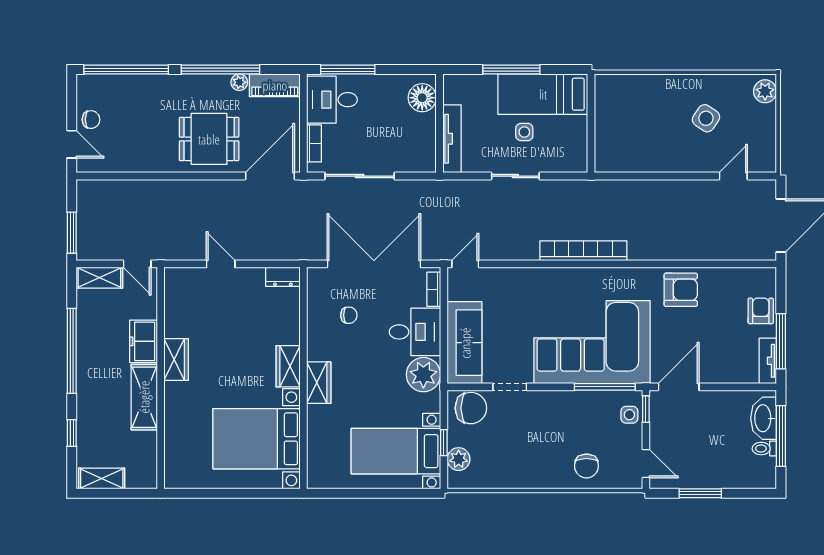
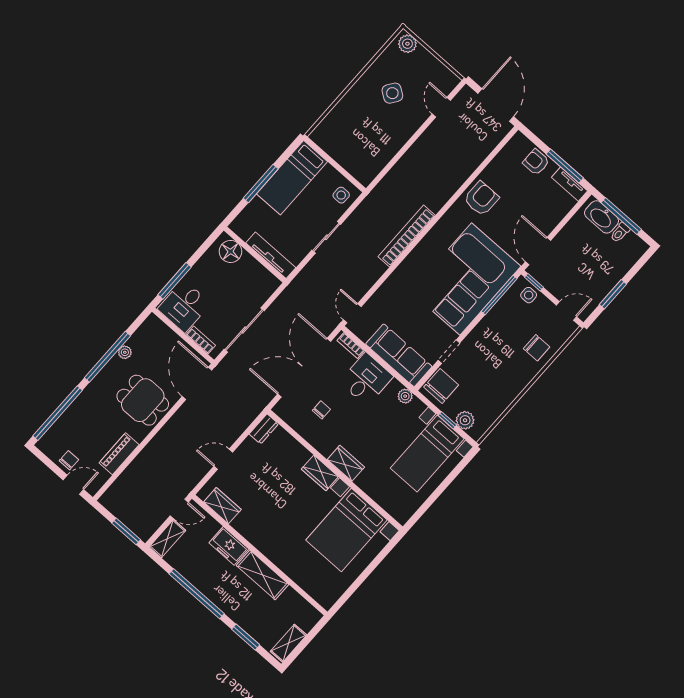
piano: (275, 85) -> (119, 454), moved, turned 180
side table: (524, 132) -> (341, 195), moved
dining table: (209, 139) -> (143, 400), turned 90
wardrobe: (176, 360) -> (222, 506), moved
plant: (423, 375) -> (405, 396), width x0.53, depth x0.53
window: (72, 433) -> (246, 637), width x1.50

